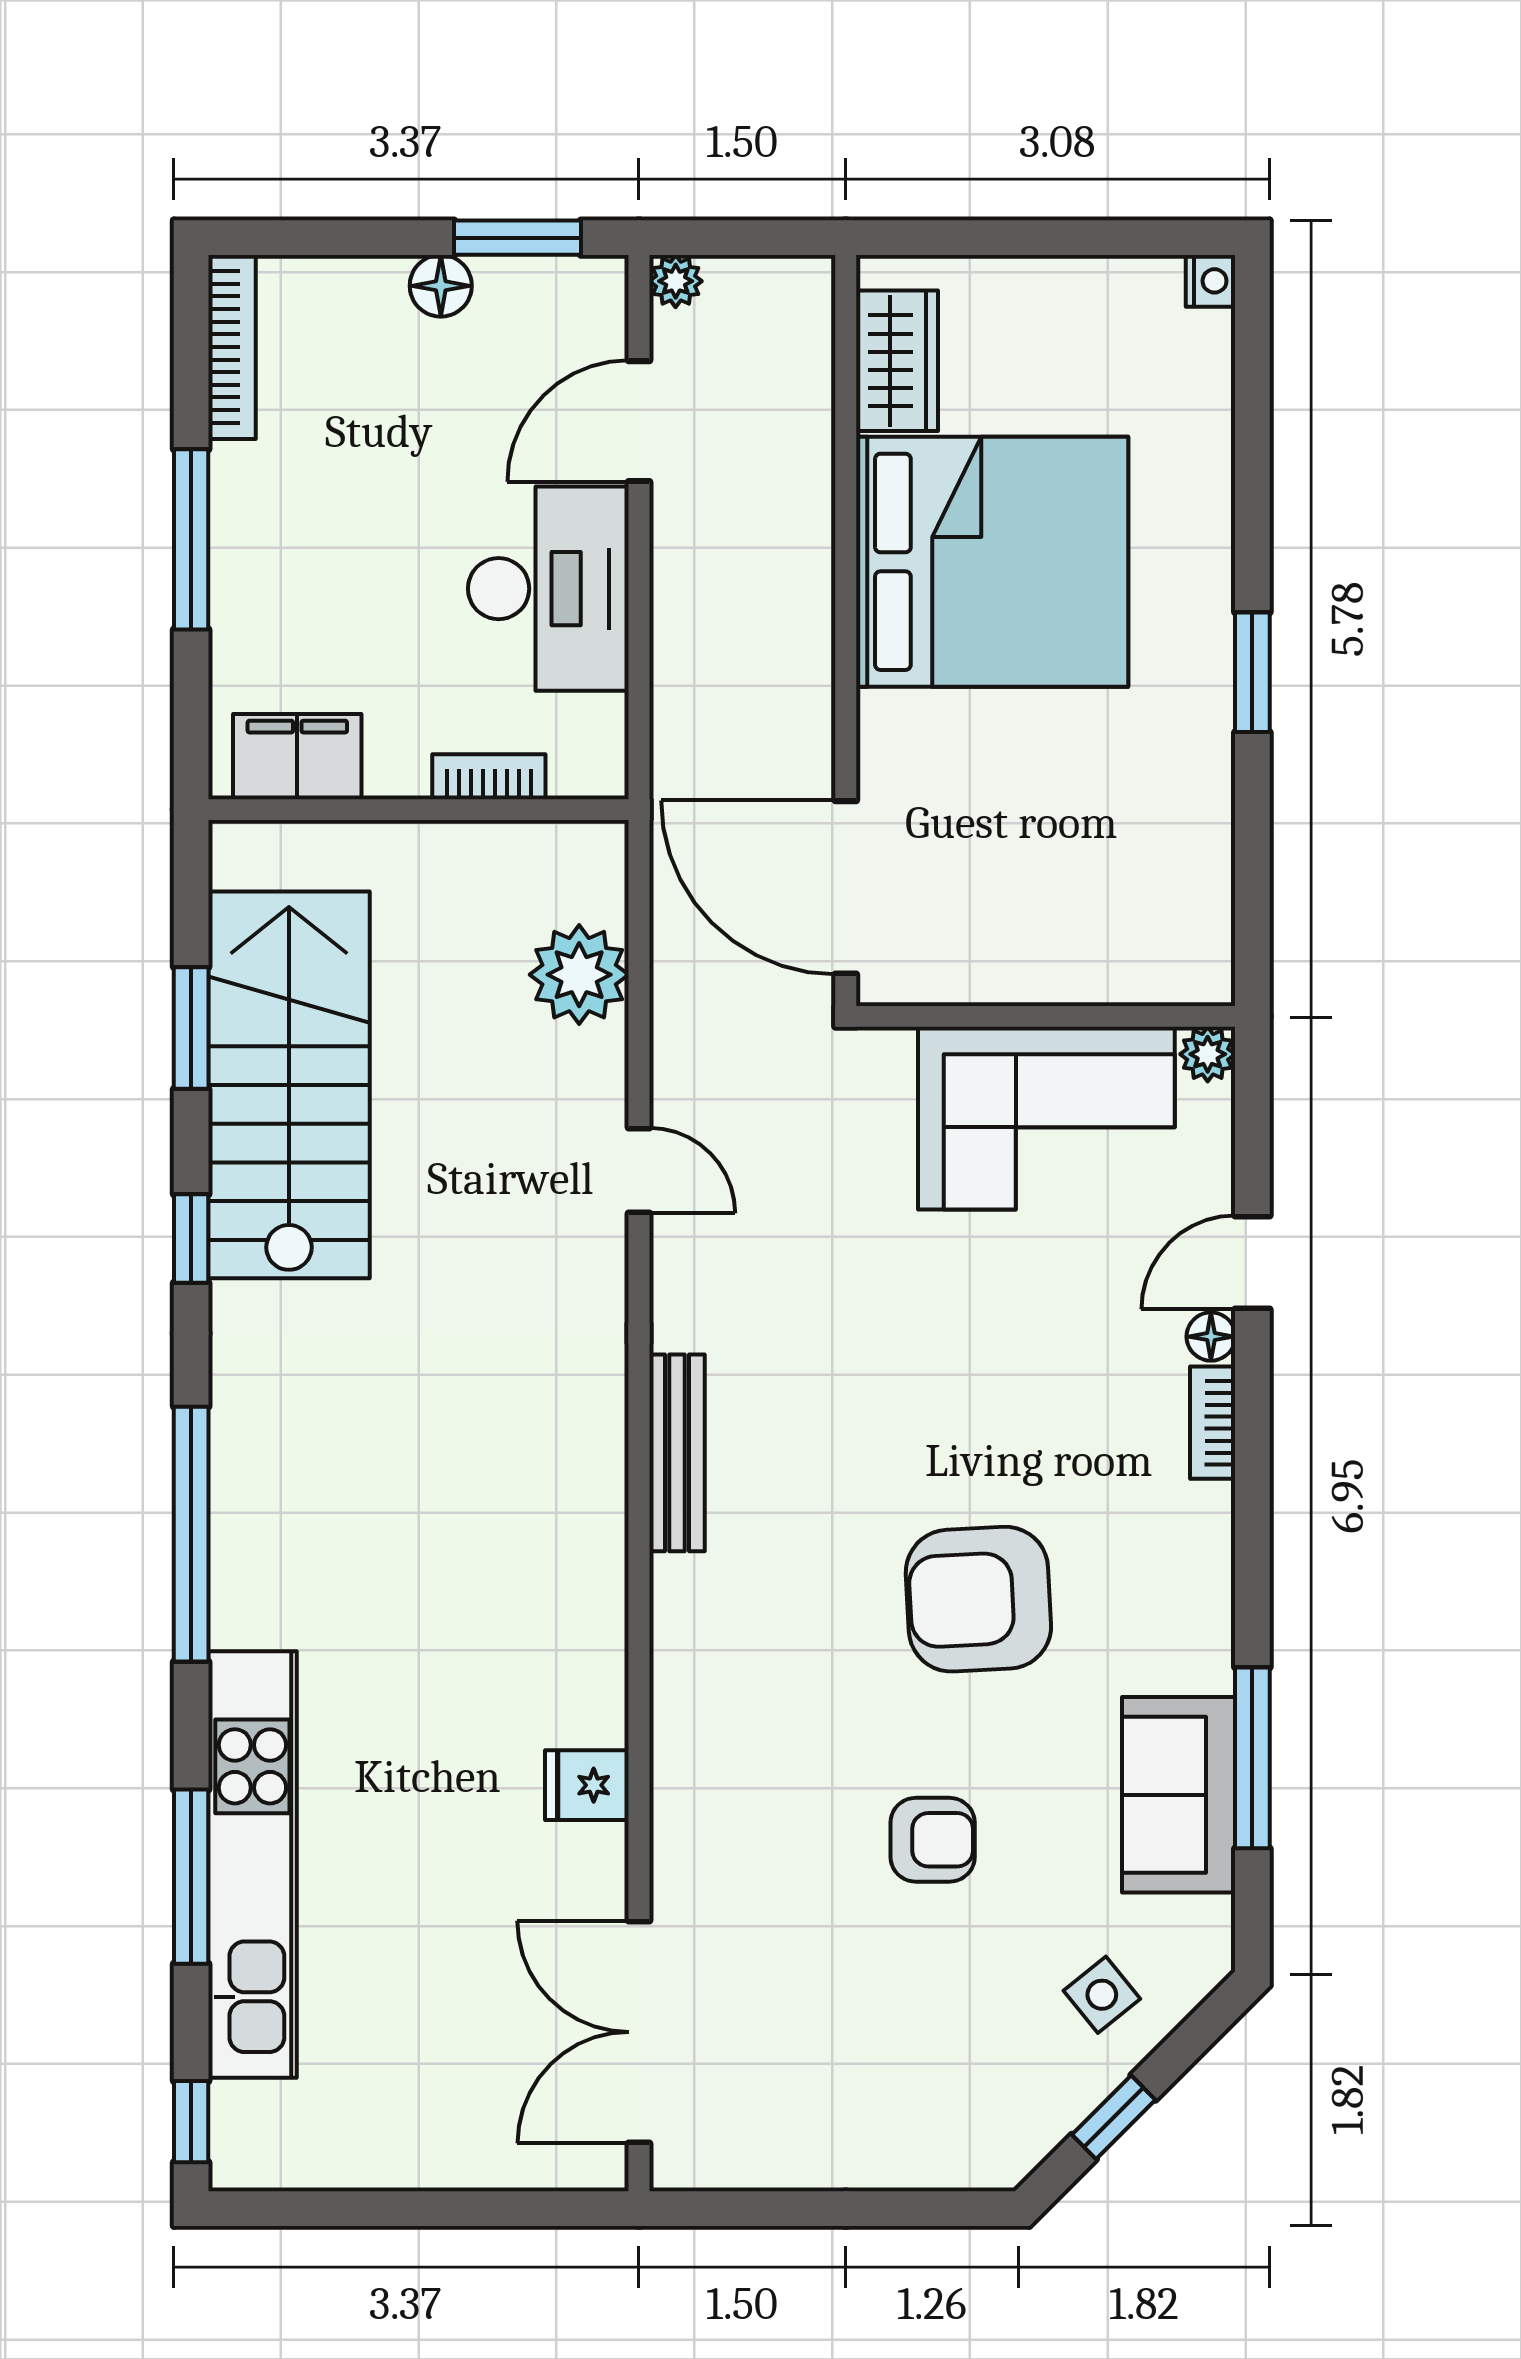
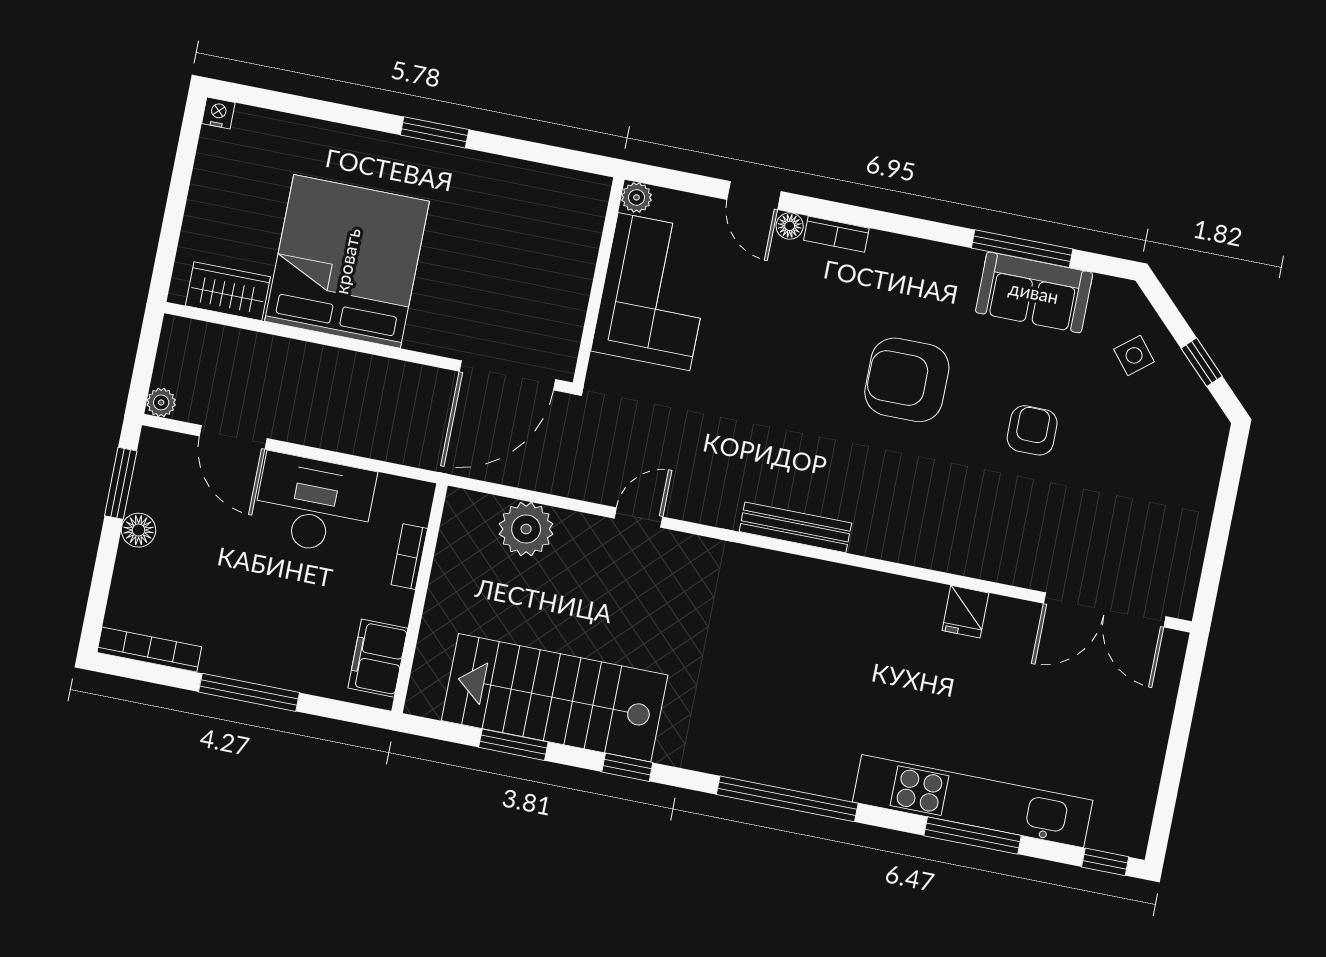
armchair: (978, 1599) -> (907, 380), turned 93

